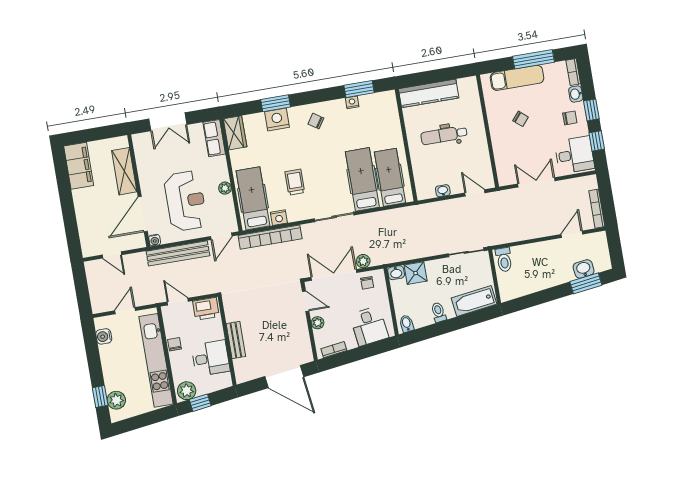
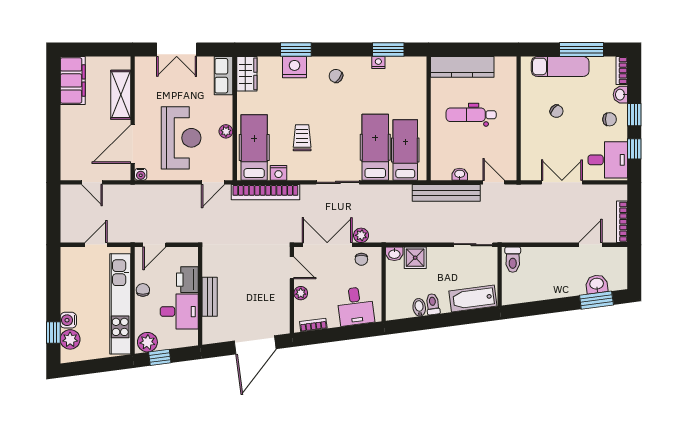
bench: (178, 253) -> (446, 193), moved
door: (178, 302) -> (154, 245), swing flipped
printer: (206, 309) -> (187, 280), moved, turned 90
bidet: (407, 324) -> (419, 307), moved
water cooler: (104, 336) -> (68, 320), moved
door: (284, 377) -> (255, 345), hinge flipped

